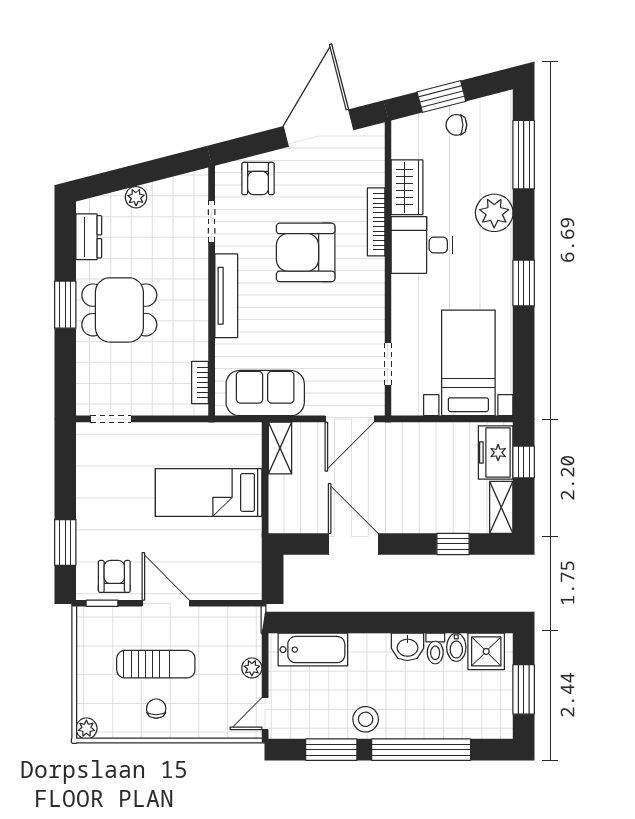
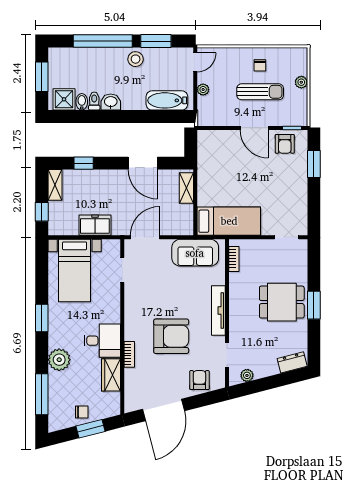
plant: (136, 197) -> (247, 375), moved
bookcase: (376, 222) -> (129, 354), width x0.64
dresser: (89, 237) -> (292, 362), moved, turned 76
shelving: (280, 448) -> (186, 188), moved
freezer: (496, 453) -> (95, 225), moved, turned -90
bed: (209, 492) -> (229, 221), moved
sun lounger: (156, 664) -> (260, 92), turned 180
plant: (86, 728) -> (301, 82), moved

